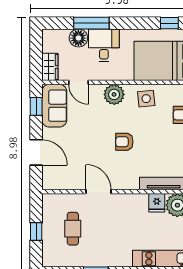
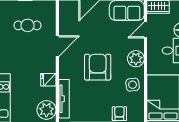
armchair: (124, 142) -> (98, 67), width x1.88, depth x1.88
fridge: (157, 203) -> (48, 80), moved

